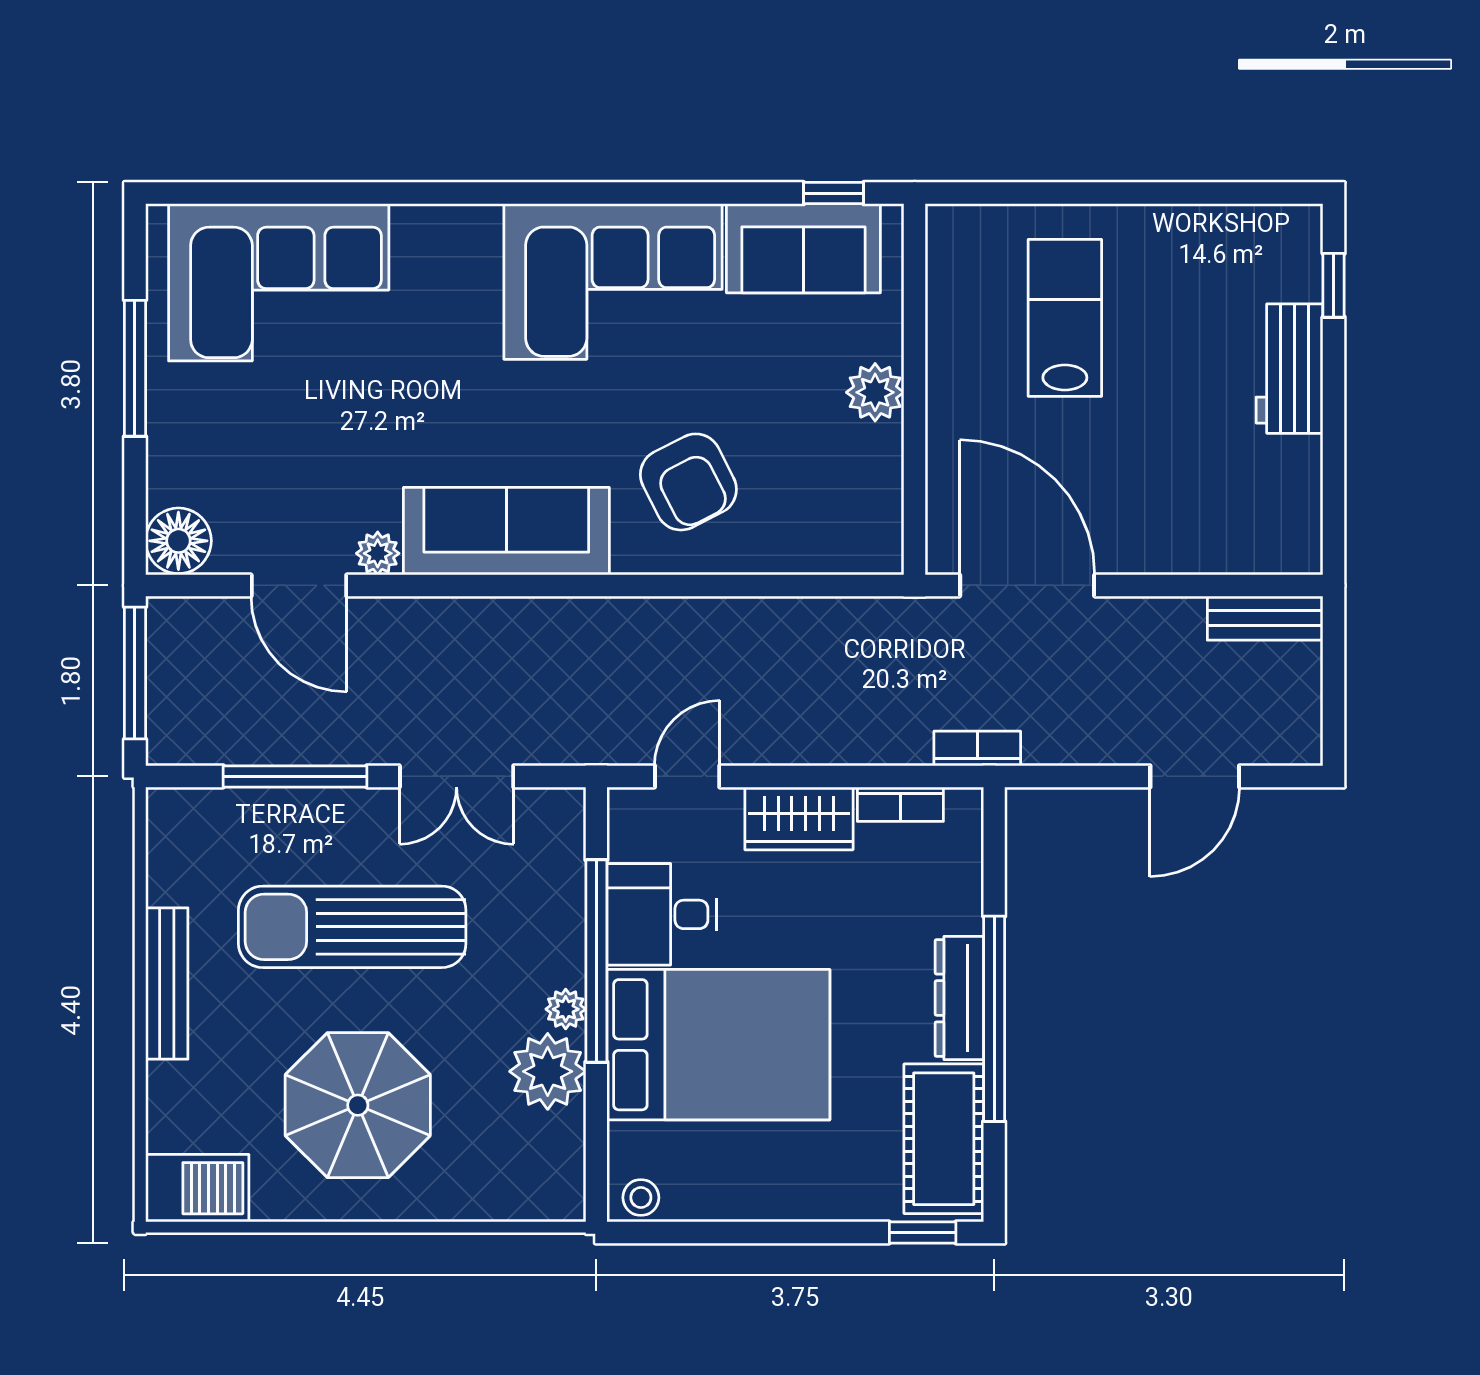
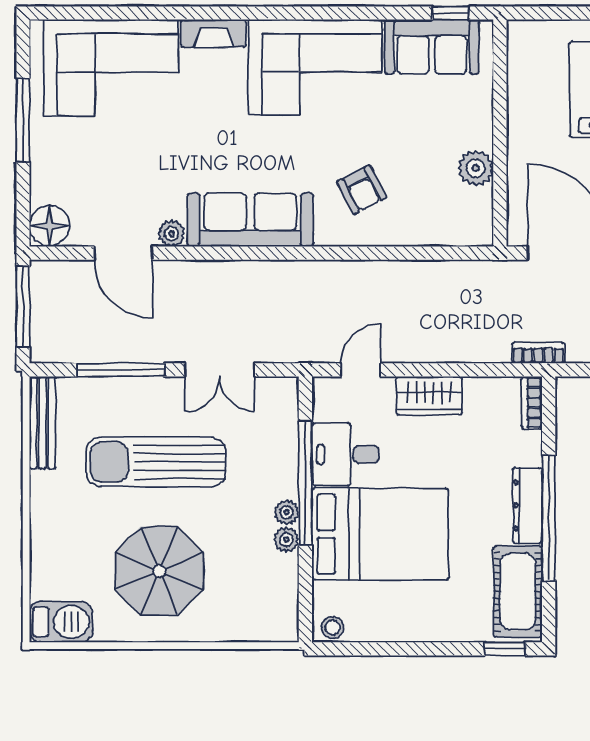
fireplace: (446, 226) -> (213, 33), added
plant: (875, 392) -> (476, 168), moved
armchair: (688, 482) -> (362, 190), width x0.72, depth x0.72
bookcase: (900, 804) -> (532, 403), moved, turned 90
bench: (167, 983) -> (42, 423), moved
plant: (548, 1071) -> (286, 540), width x0.53, depth x0.53

